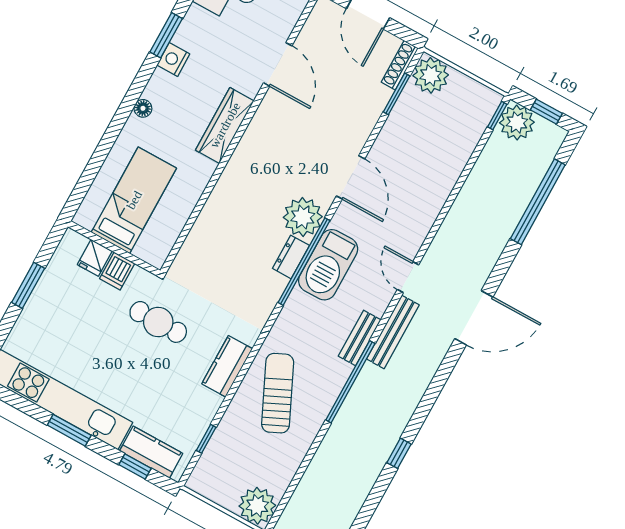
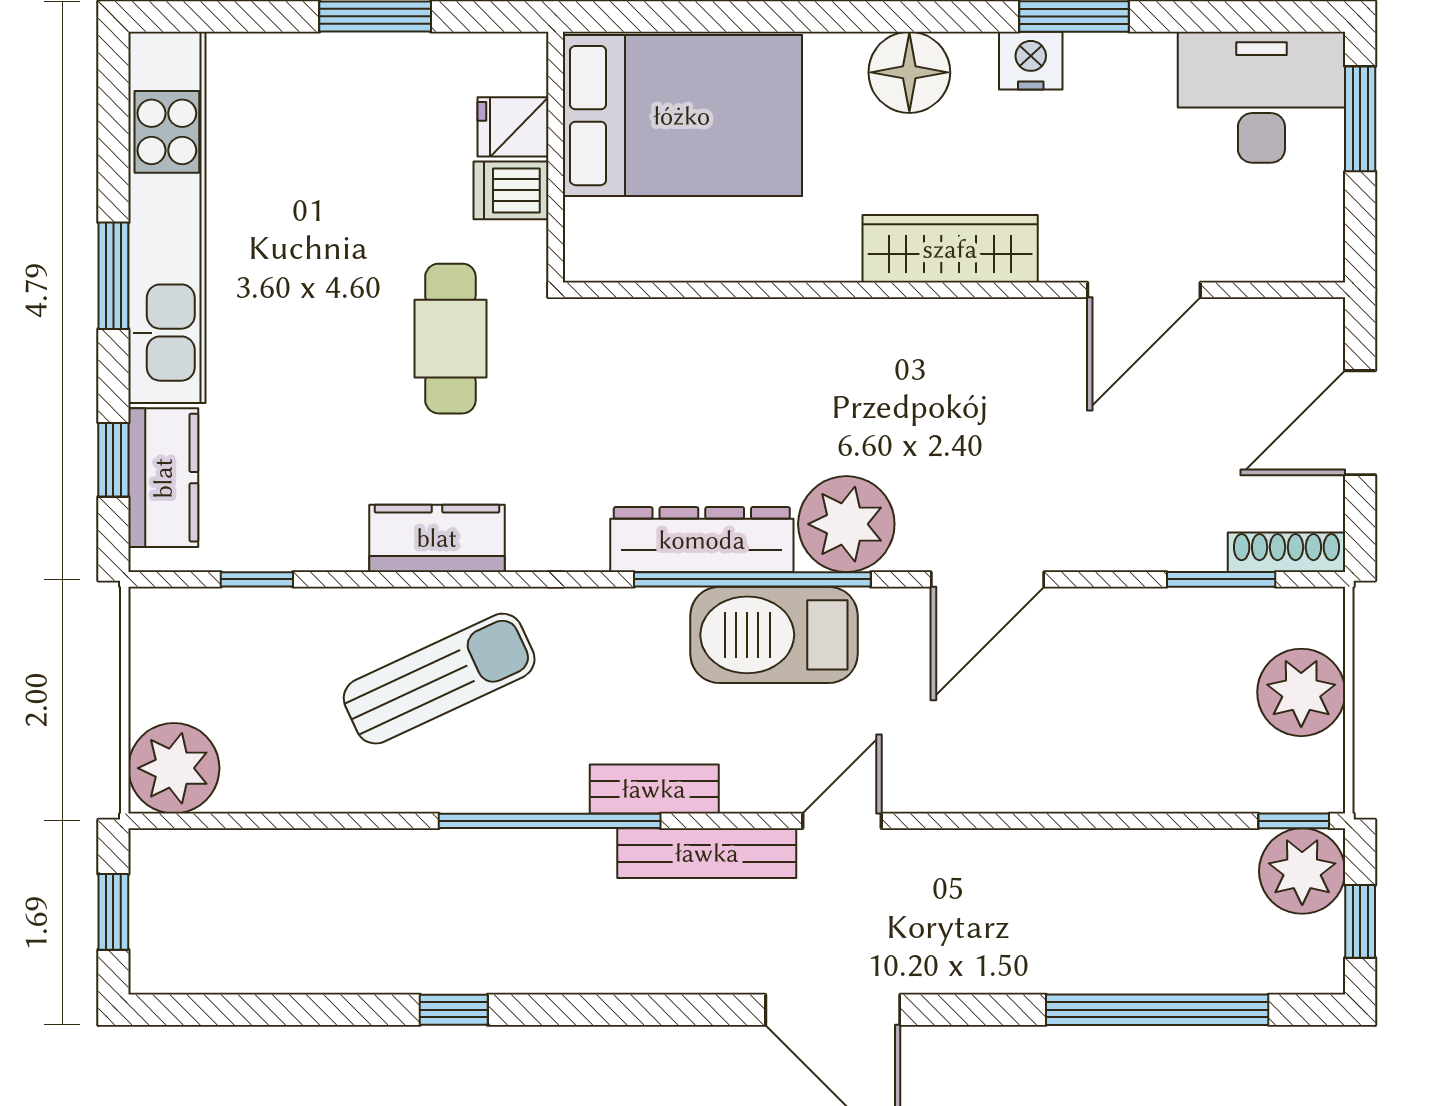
plant: (431, 75) -> (1301, 692), moved
floor lamp: (143, 108) -> (909, 72), width x1.89, depth x1.89
bed: (134, 200) -> (682, 116), width x1.50
dresser: (291, 257) -> (702, 540), width x1.96, depth x1.24

